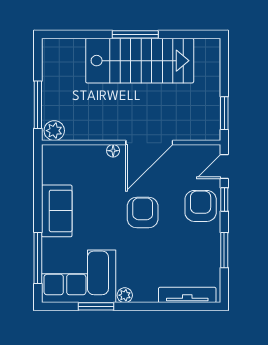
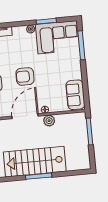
plant: (54, 131) -> (49, 121), moved
sofa: (57, 211) -> (75, 95), moved
armchair: (143, 213) -> (25, 76), turned 90

